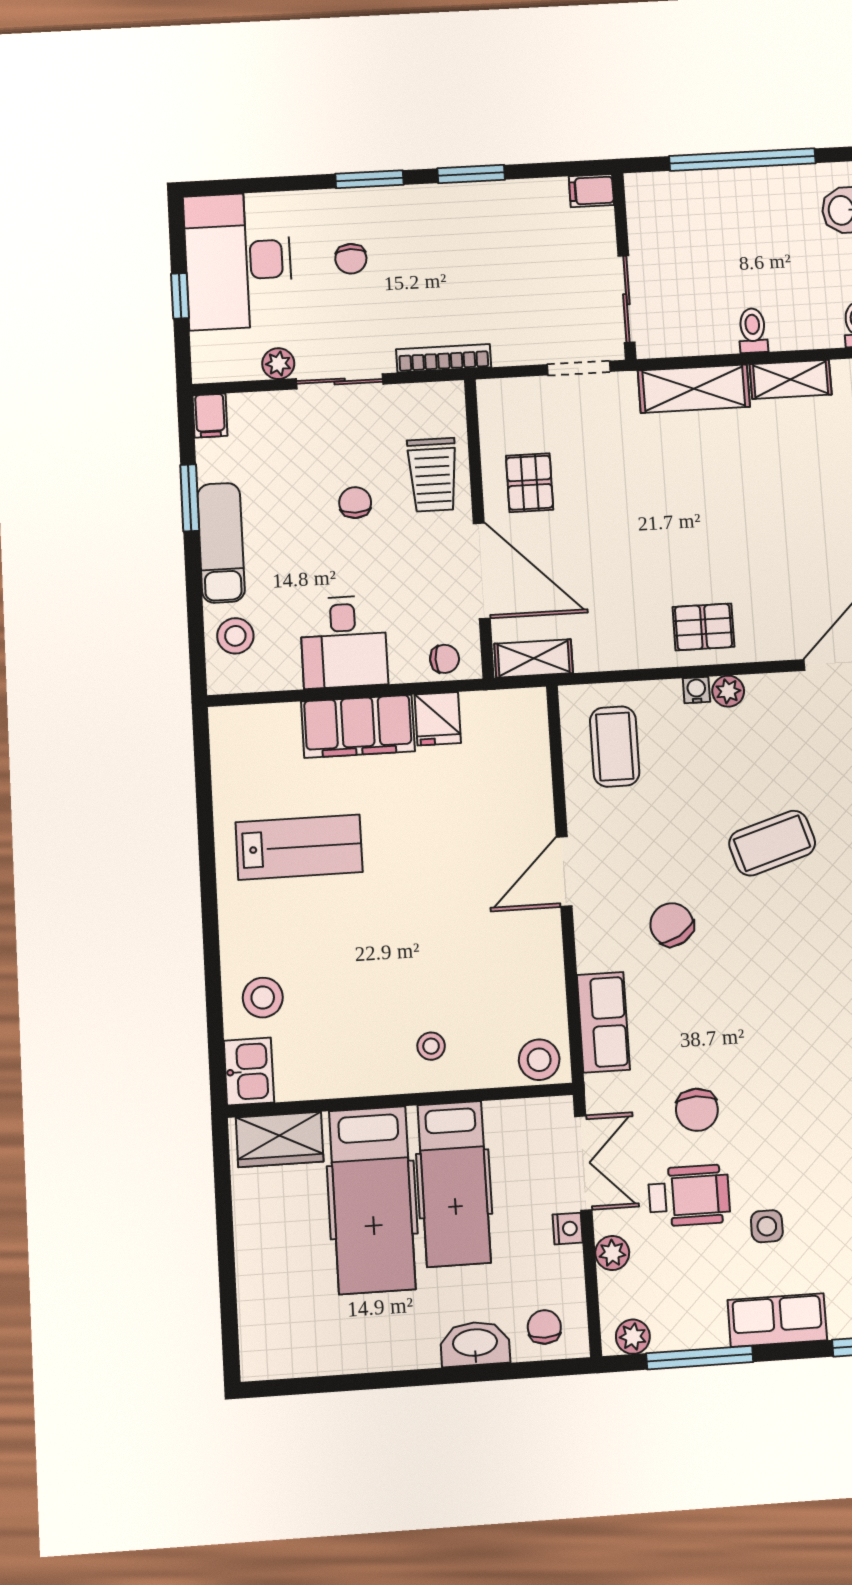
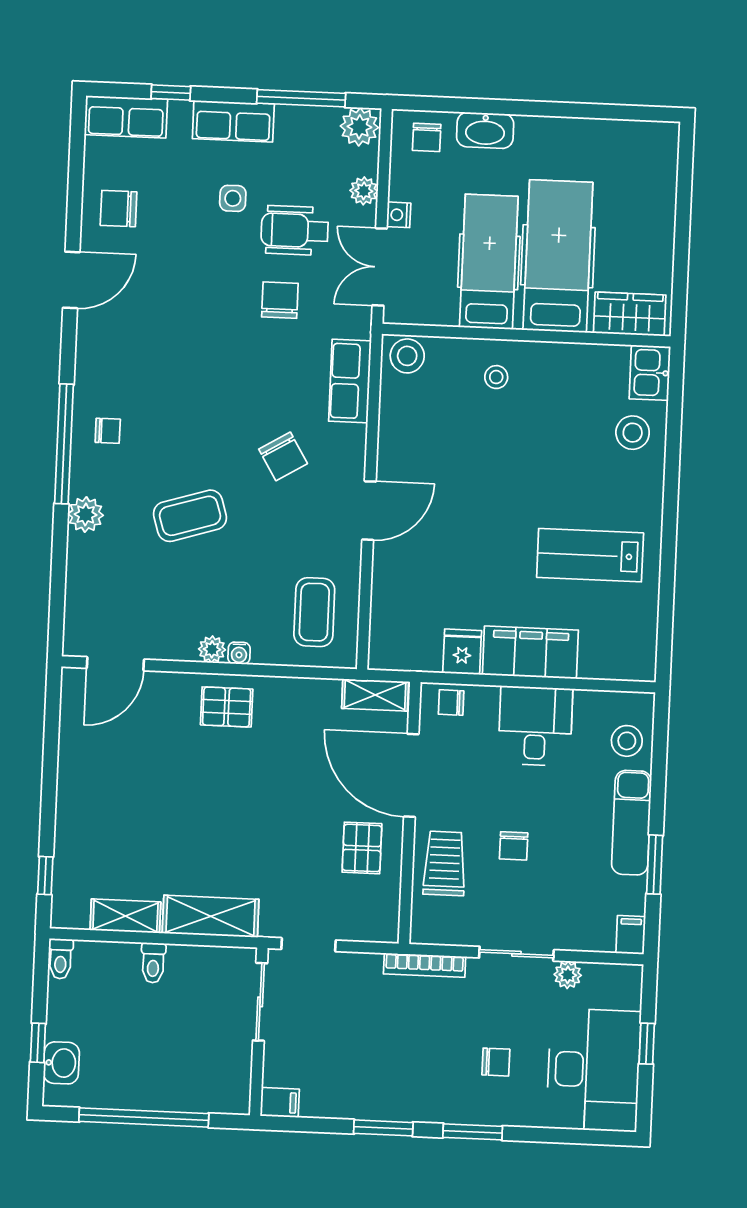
chair: (351, 259) -> (496, 1062), turned 90
plant: (633, 1337) -> (359, 127), width x1.38, depth x1.38

